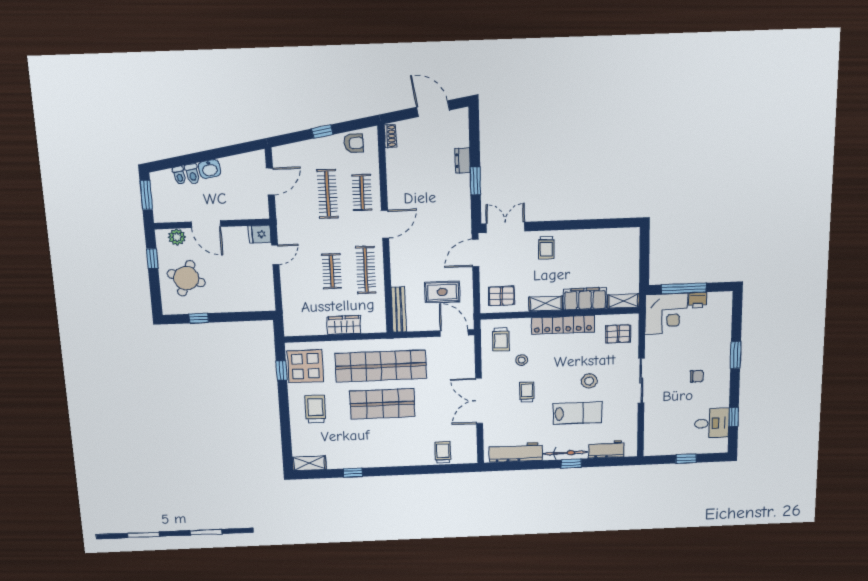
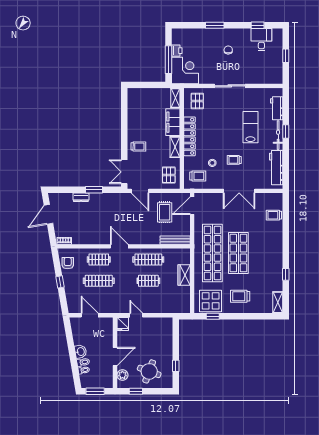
stool: (589, 381) -> (228, 120), removed

